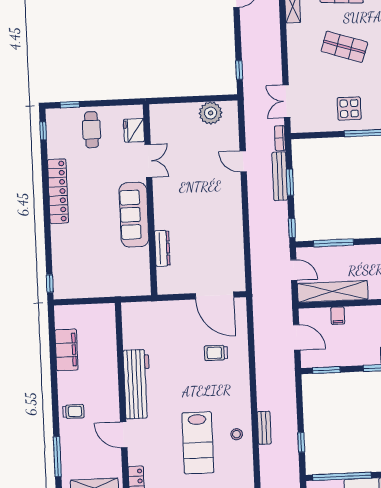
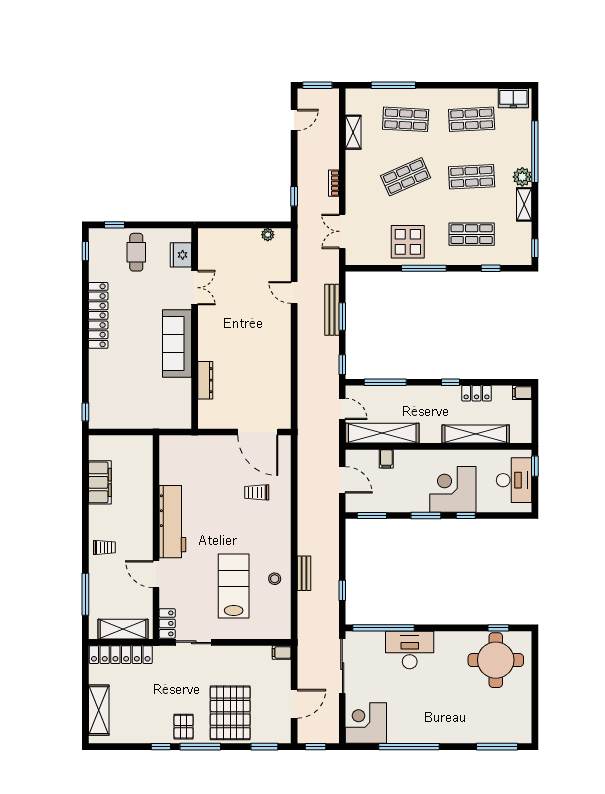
shop shelf: (344, 47) -> (406, 177), turned -42
display table: (349, 108) -> (408, 242), width x1.36, depth x1.36
plant: (211, 113) -> (268, 235), width x0.53, depth x0.53
bookcase: (280, 138) -> (334, 183), moved
lab bench: (198, 443) -> (234, 586), turned 180

